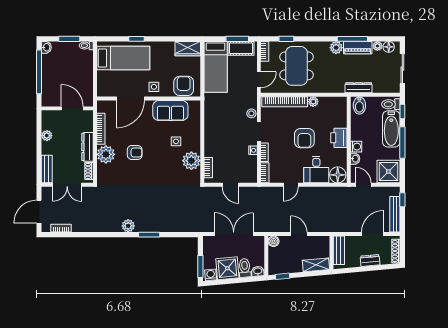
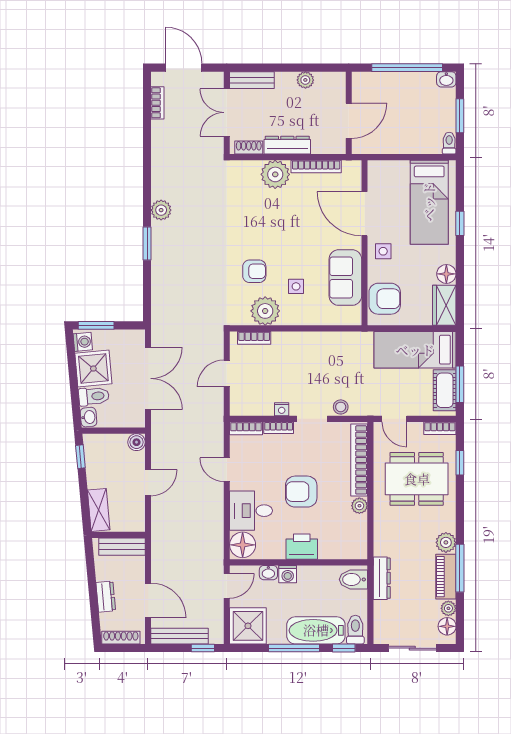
floor lamp: (168, 47) -> (446, 274), added
armchair: (135, 152) -> (254, 271), moved, turned -90

